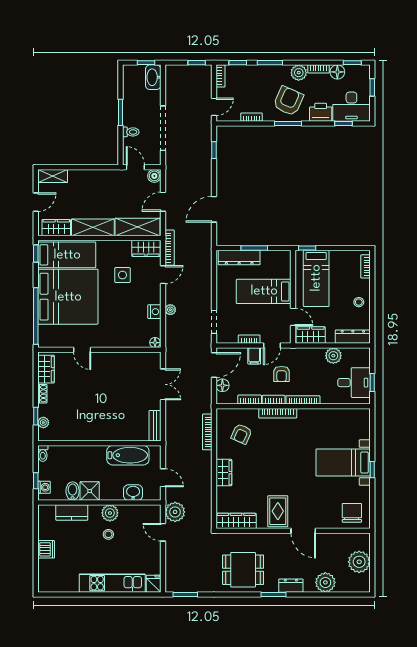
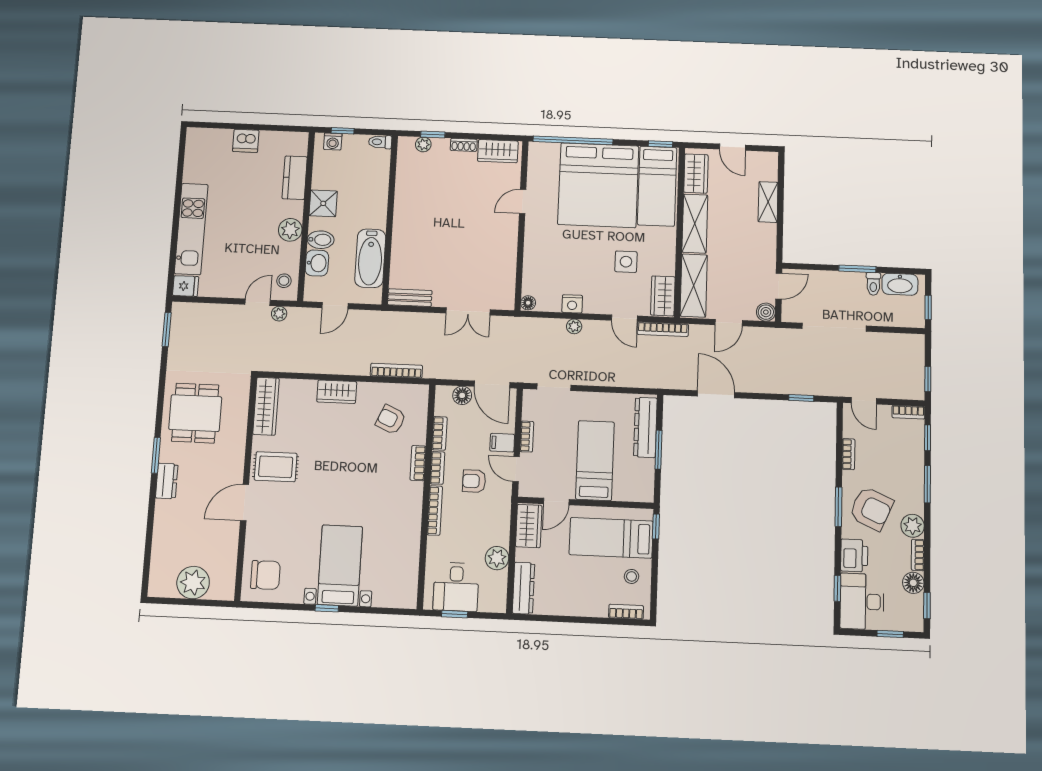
washbasin: (153, 77) -> (900, 284), moved, turned 180
toilet: (131, 132) -> (873, 284), moved
shelving: (53, 176) -> (768, 202), moved
door: (163, 202) -> (729, 323), swing flipped
stool: (359, 302) -> (632, 576), moved
bookcase: (278, 413) -> (418, 463), width x0.64
bidet: (73, 491) -> (321, 240), moved
plant: (175, 512) -> (279, 314), width x0.53, depth x0.53
stool: (108, 534) -> (284, 281), moved
plant: (325, 582) -> (167, 531), removed

